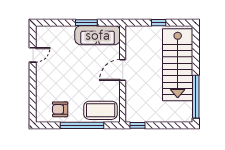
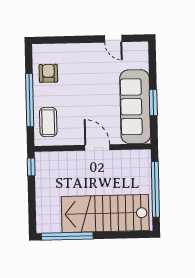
window: (159, 23) -> (155, 189), width x3.17
sofa: (98, 35) -> (135, 107), width x1.36, depth x1.27
coffee table: (101, 110) -> (48, 122), width x0.73, depth x0.76

